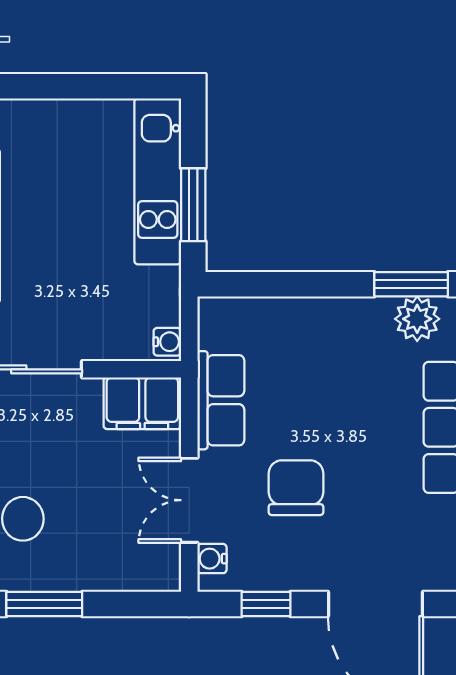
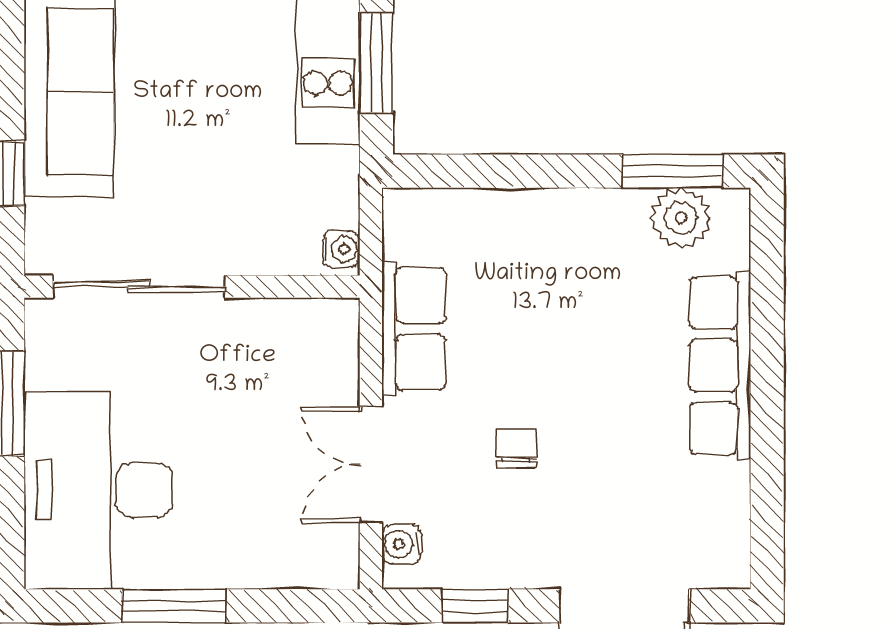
filing cabinet: (142, 403) -> (307, 333), removed
chair: (296, 488) -> (516, 448), width x0.54, depth x0.54

